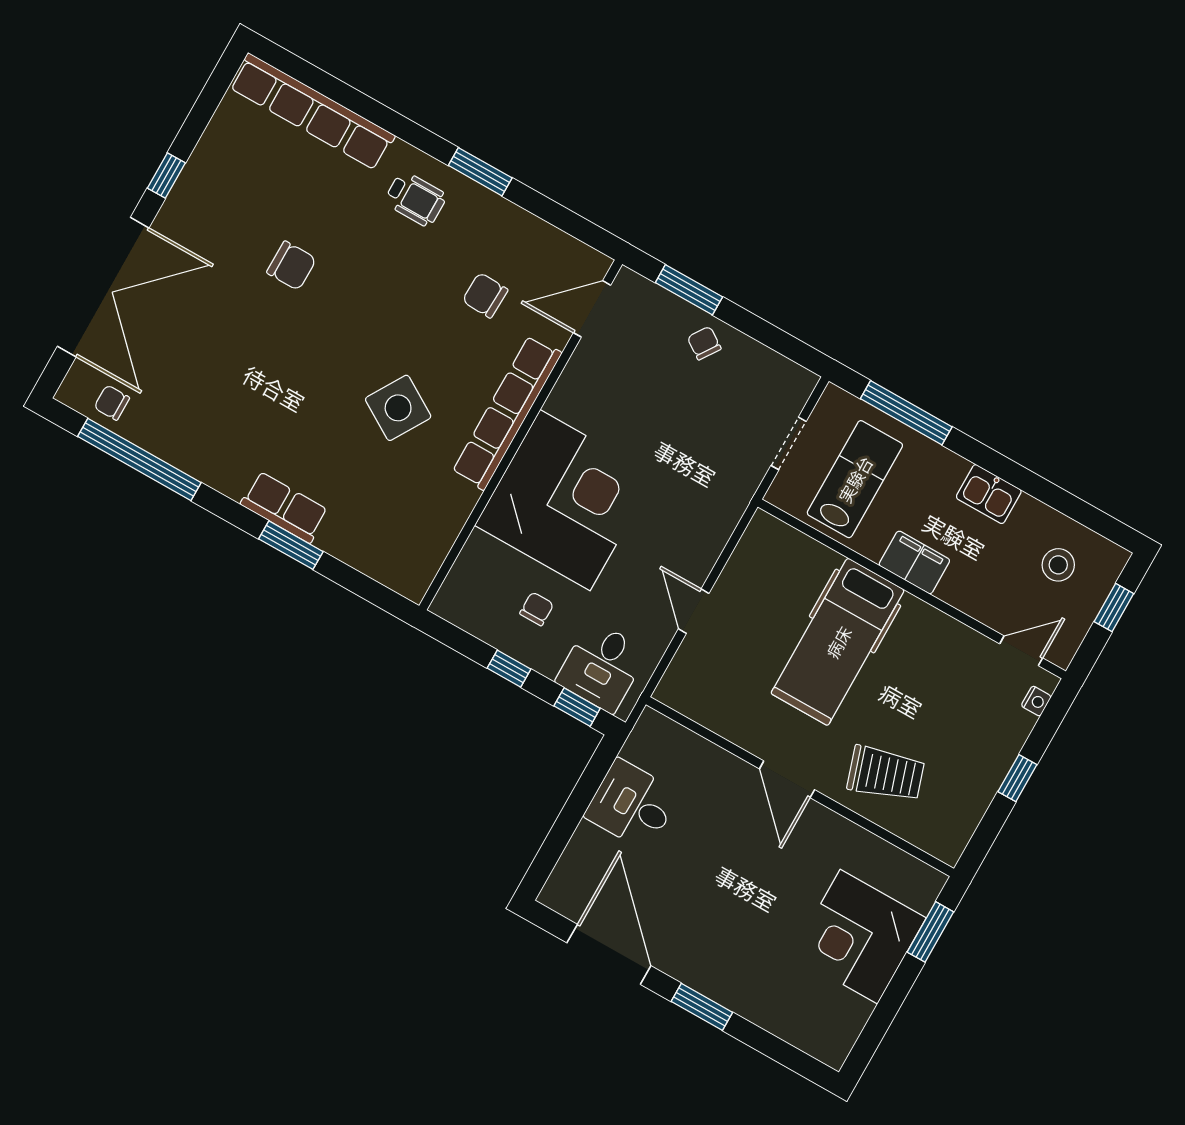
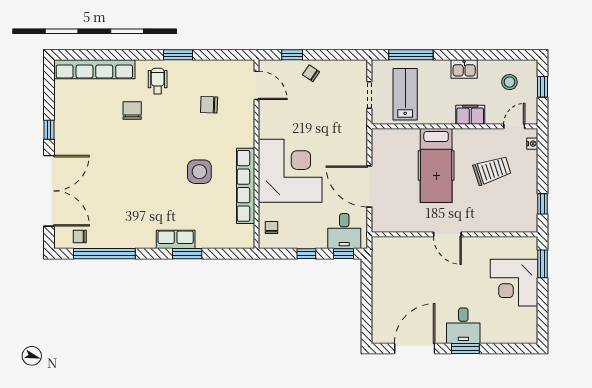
wheelchair: (415, 199) -> (158, 81), turned -90
chair: (291, 266) -> (132, 110), moved, turned -90
window: (689, 290) -> (292, 55), width x0.67
door: (592, 309) -> (256, 85), swing flipped
side table: (398, 408) -> (199, 172), turned -31
row of seats: (507, 413) -> (246, 186), moved
filing cabinet: (914, 562) -> (470, 115), moved
chair: (537, 609) -> (272, 228), moved
door: (694, 611) -> (369, 187), width x1.87
trolley: (886, 774) -> (492, 170), moved
window: (1017, 778) -> (542, 204), moved
desk: (632, 805) -> (463, 326), moved, turned -90
door: (609, 954) -> (415, 349), hinge flipped

